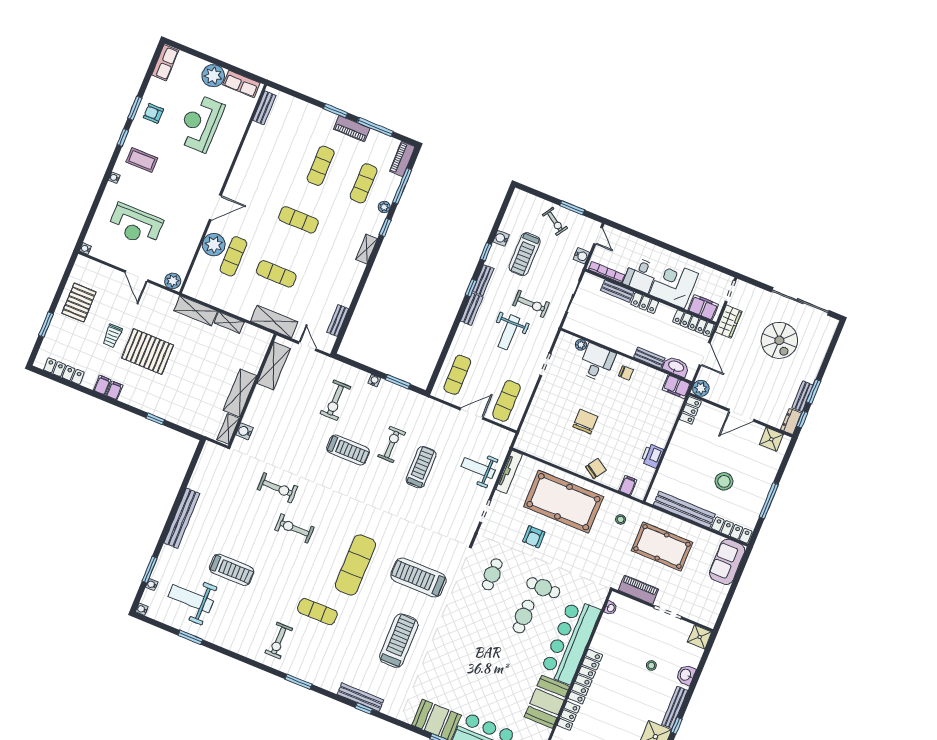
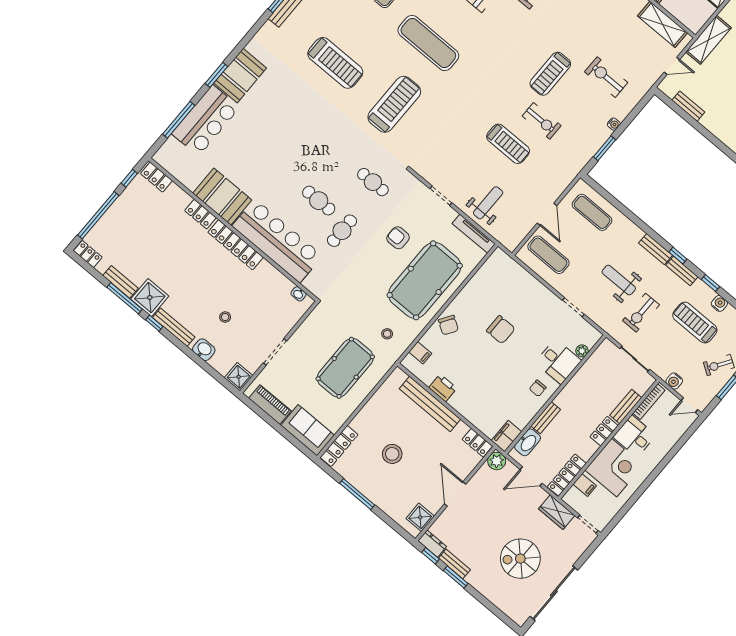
filing cabinet: (703, 307) -> (585, 485), width x0.50
bench: (684, 509) -> (430, 404), moved, turned 90
piano: (639, 590) -> (270, 405), moved, turned -90

